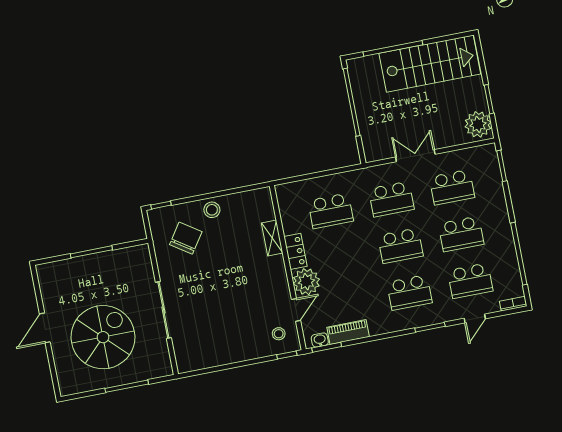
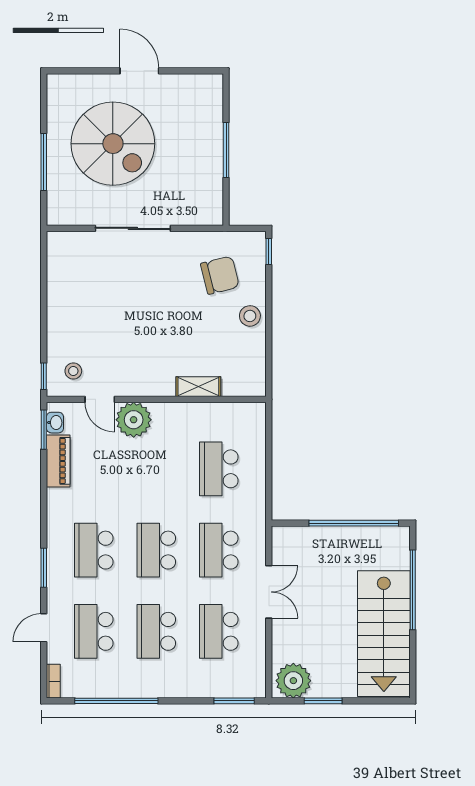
chair: (186, 238) -> (220, 275), turned -48
locker: (295, 251) -> (175, 413), removed
door: (475, 319) -> (44, 628), hinge flipped

